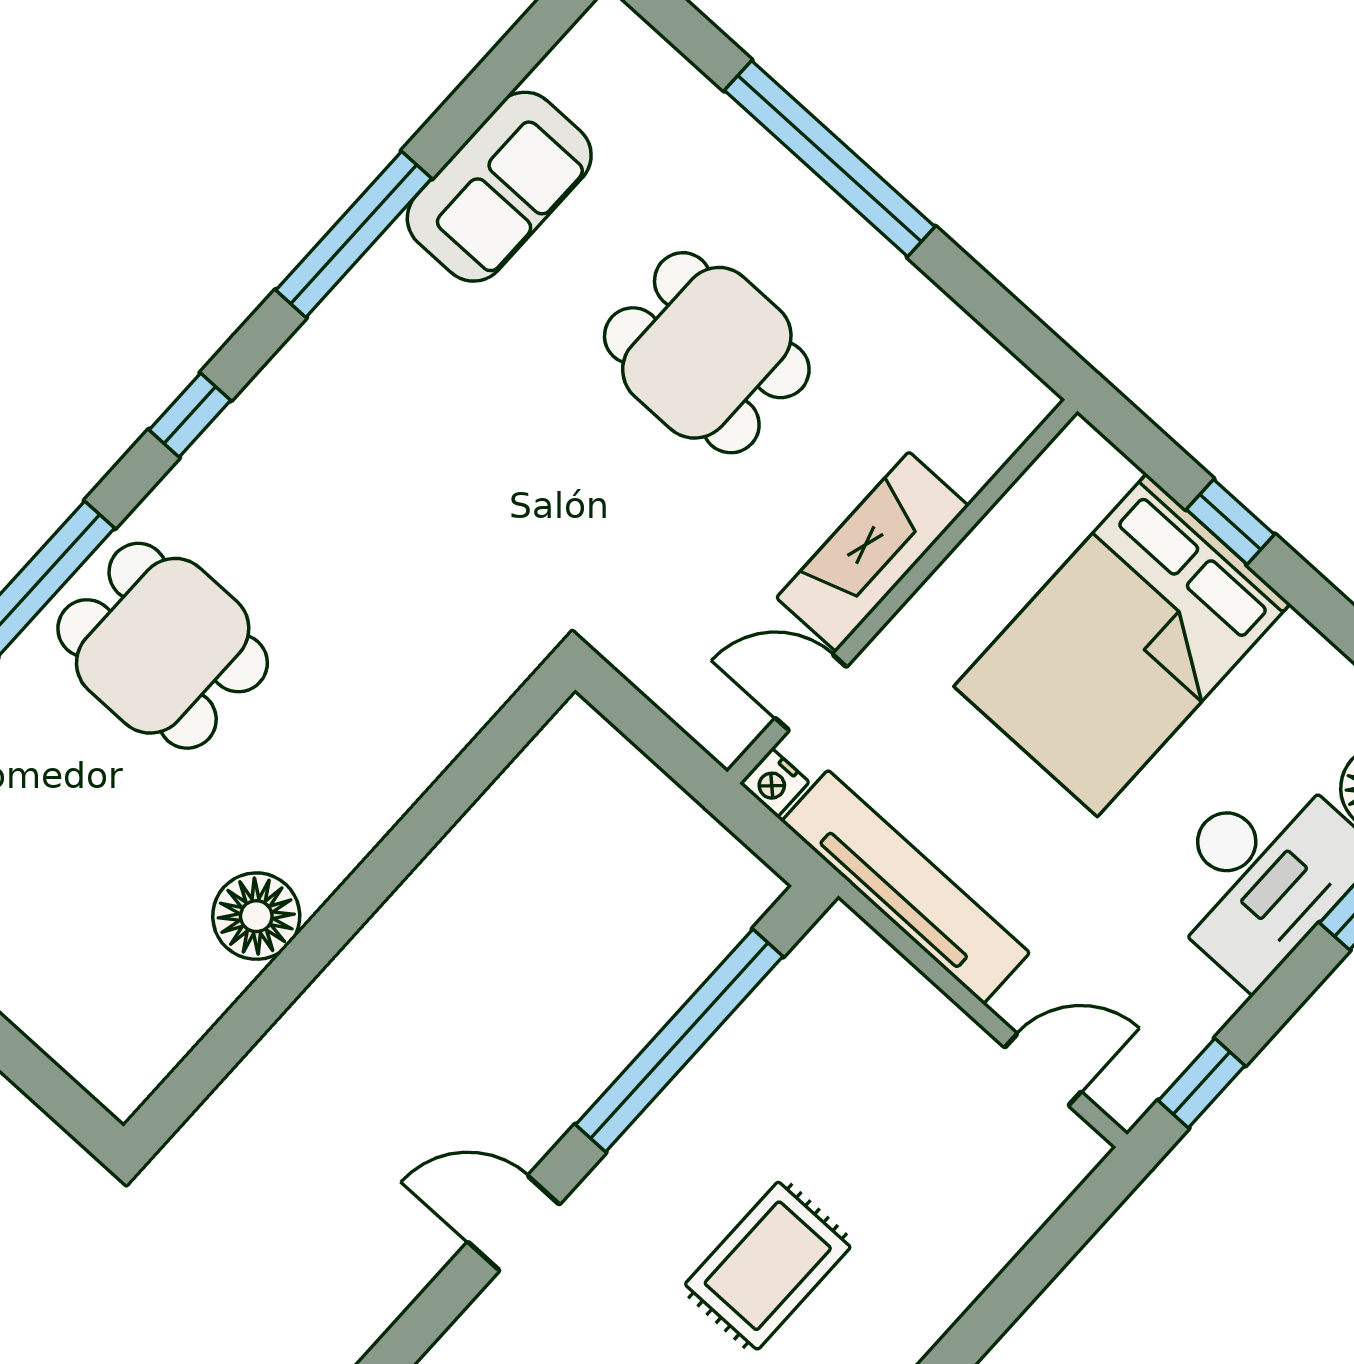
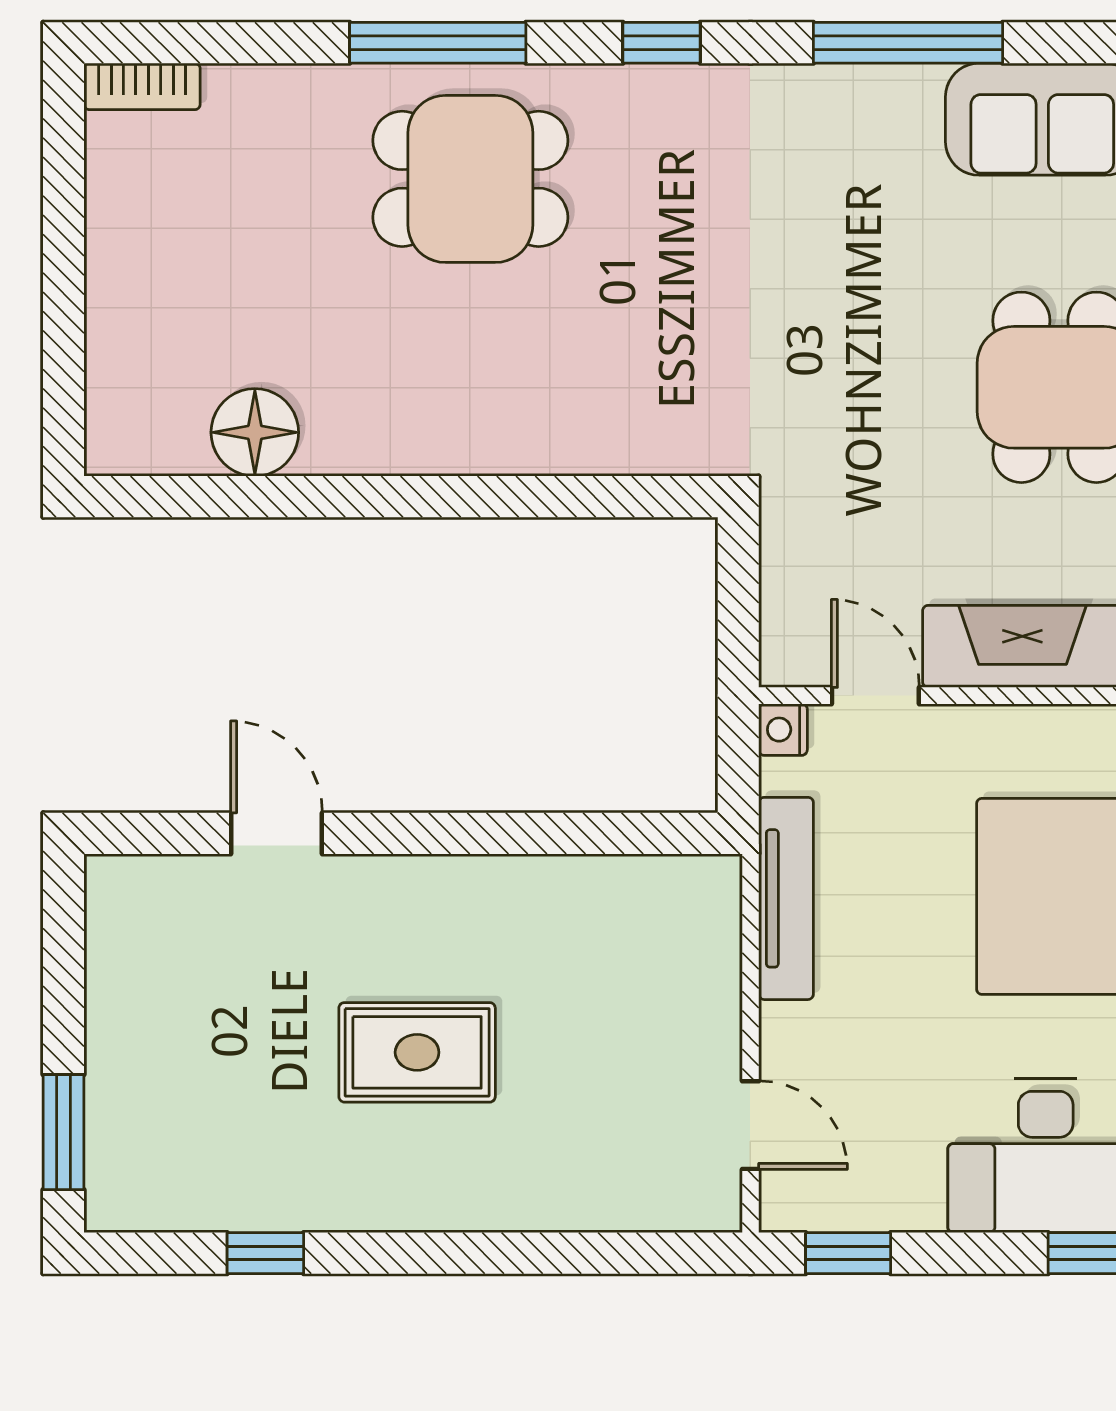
dining table: (163, 646) -> (470, 179), turned 90
tv unit: (905, 887) -> (786, 898), width x0.73, depth x0.78
floor lamp: (256, 916) -> (255, 432), moved
window: (679, 1041) -> (525, 833), removed

